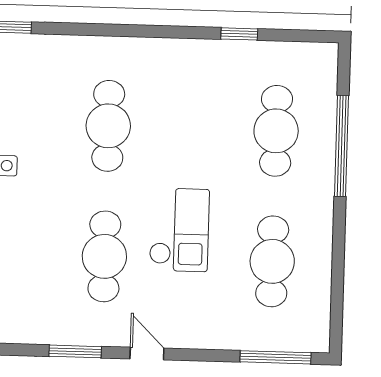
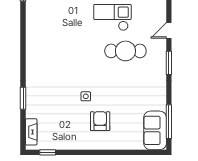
cafe table: (108, 126) -> (66, 51), removed

